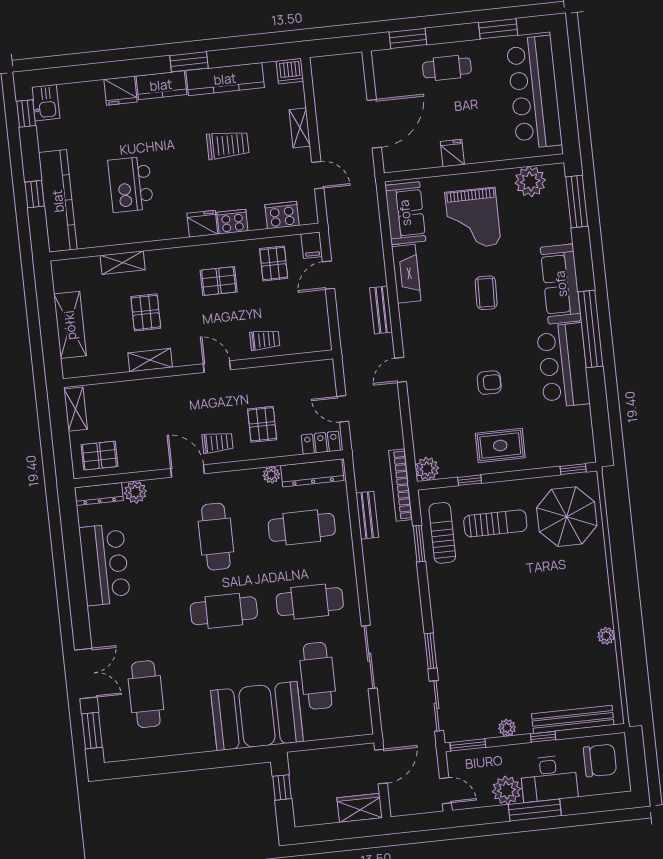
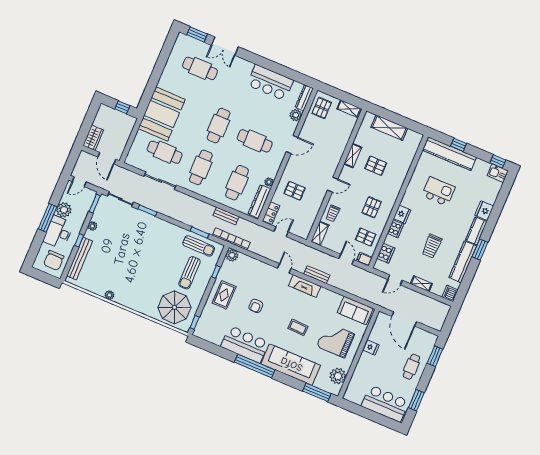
bar counter: (534, 92) -> (385, 404), width x0.73
shelving: (123, 263) -> (320, 233), moved
fireplace: (406, 274) -> (305, 286), moved
sofa: (561, 284) -> (291, 365), width x1.36, depth x1.27
trolley: (217, 443) -> (298, 166), removed

